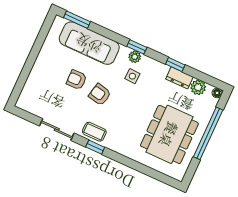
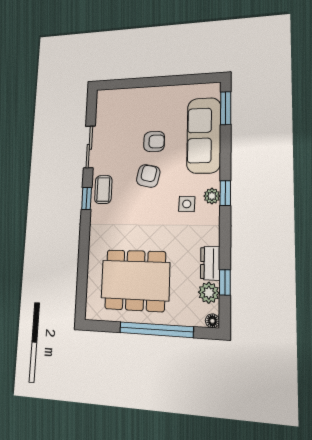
window: (175, 64) -> (225, 282), moved
armchair: (77, 80) -> (154, 142), turned 90

